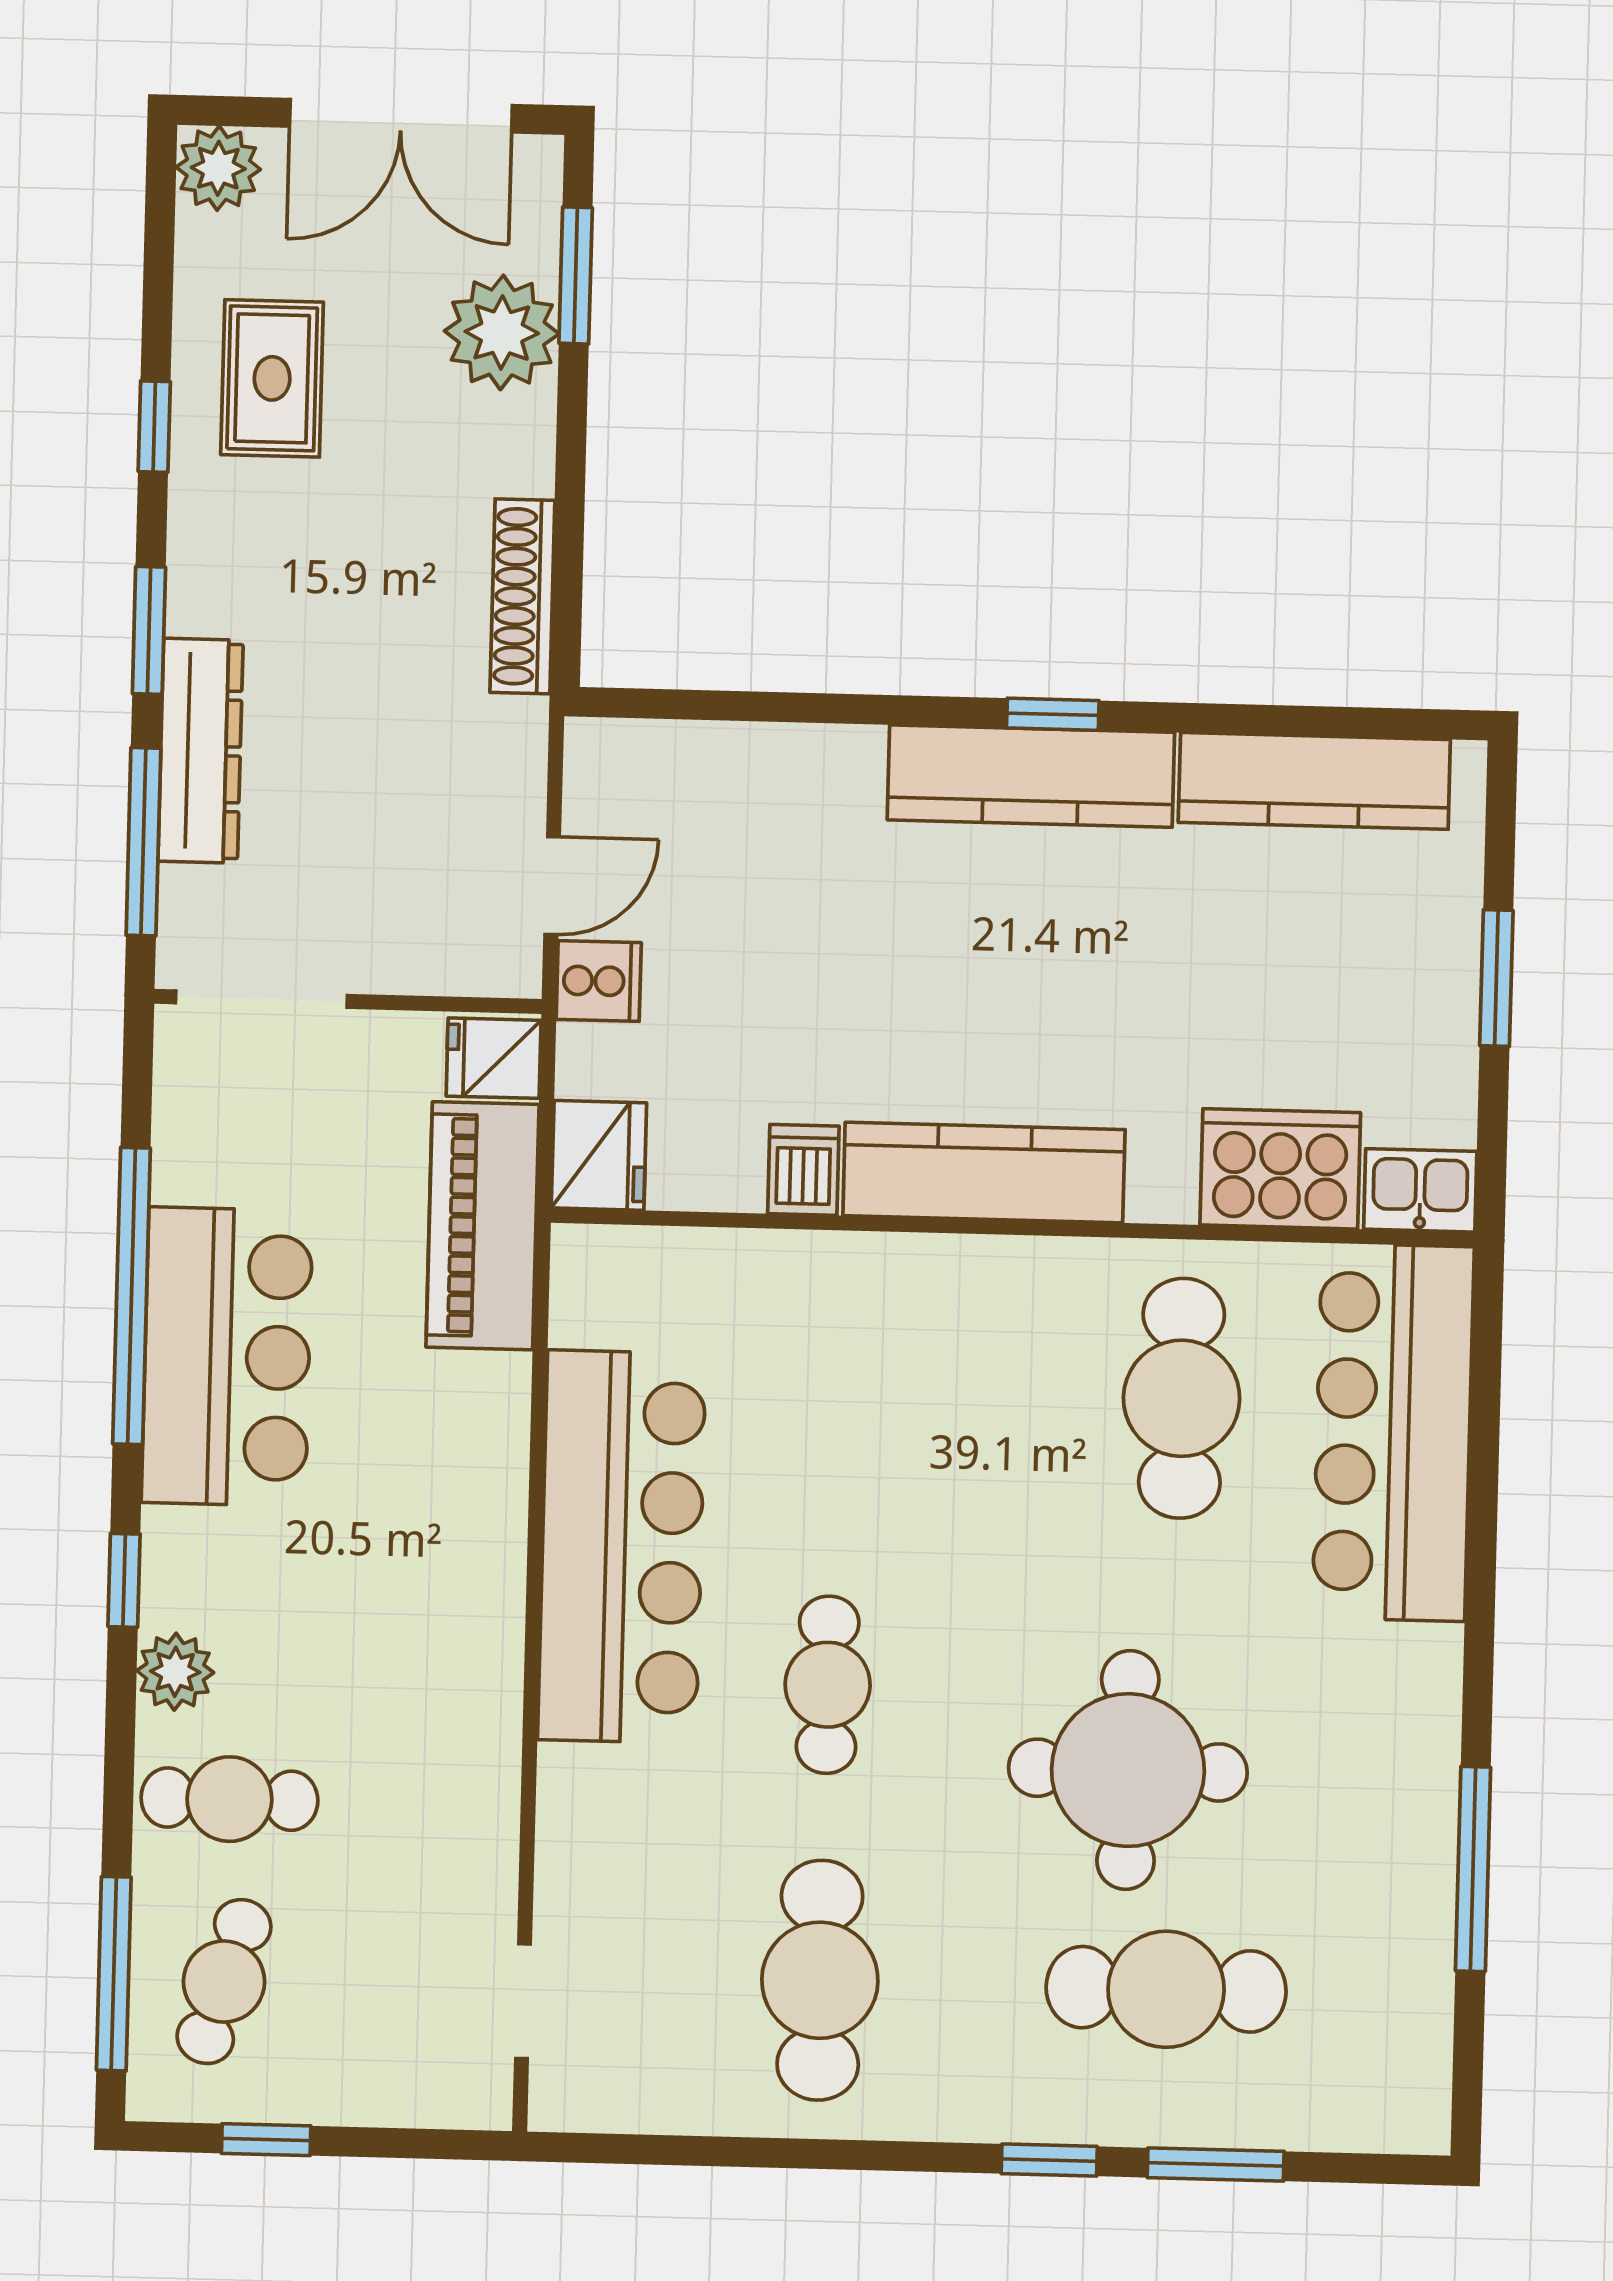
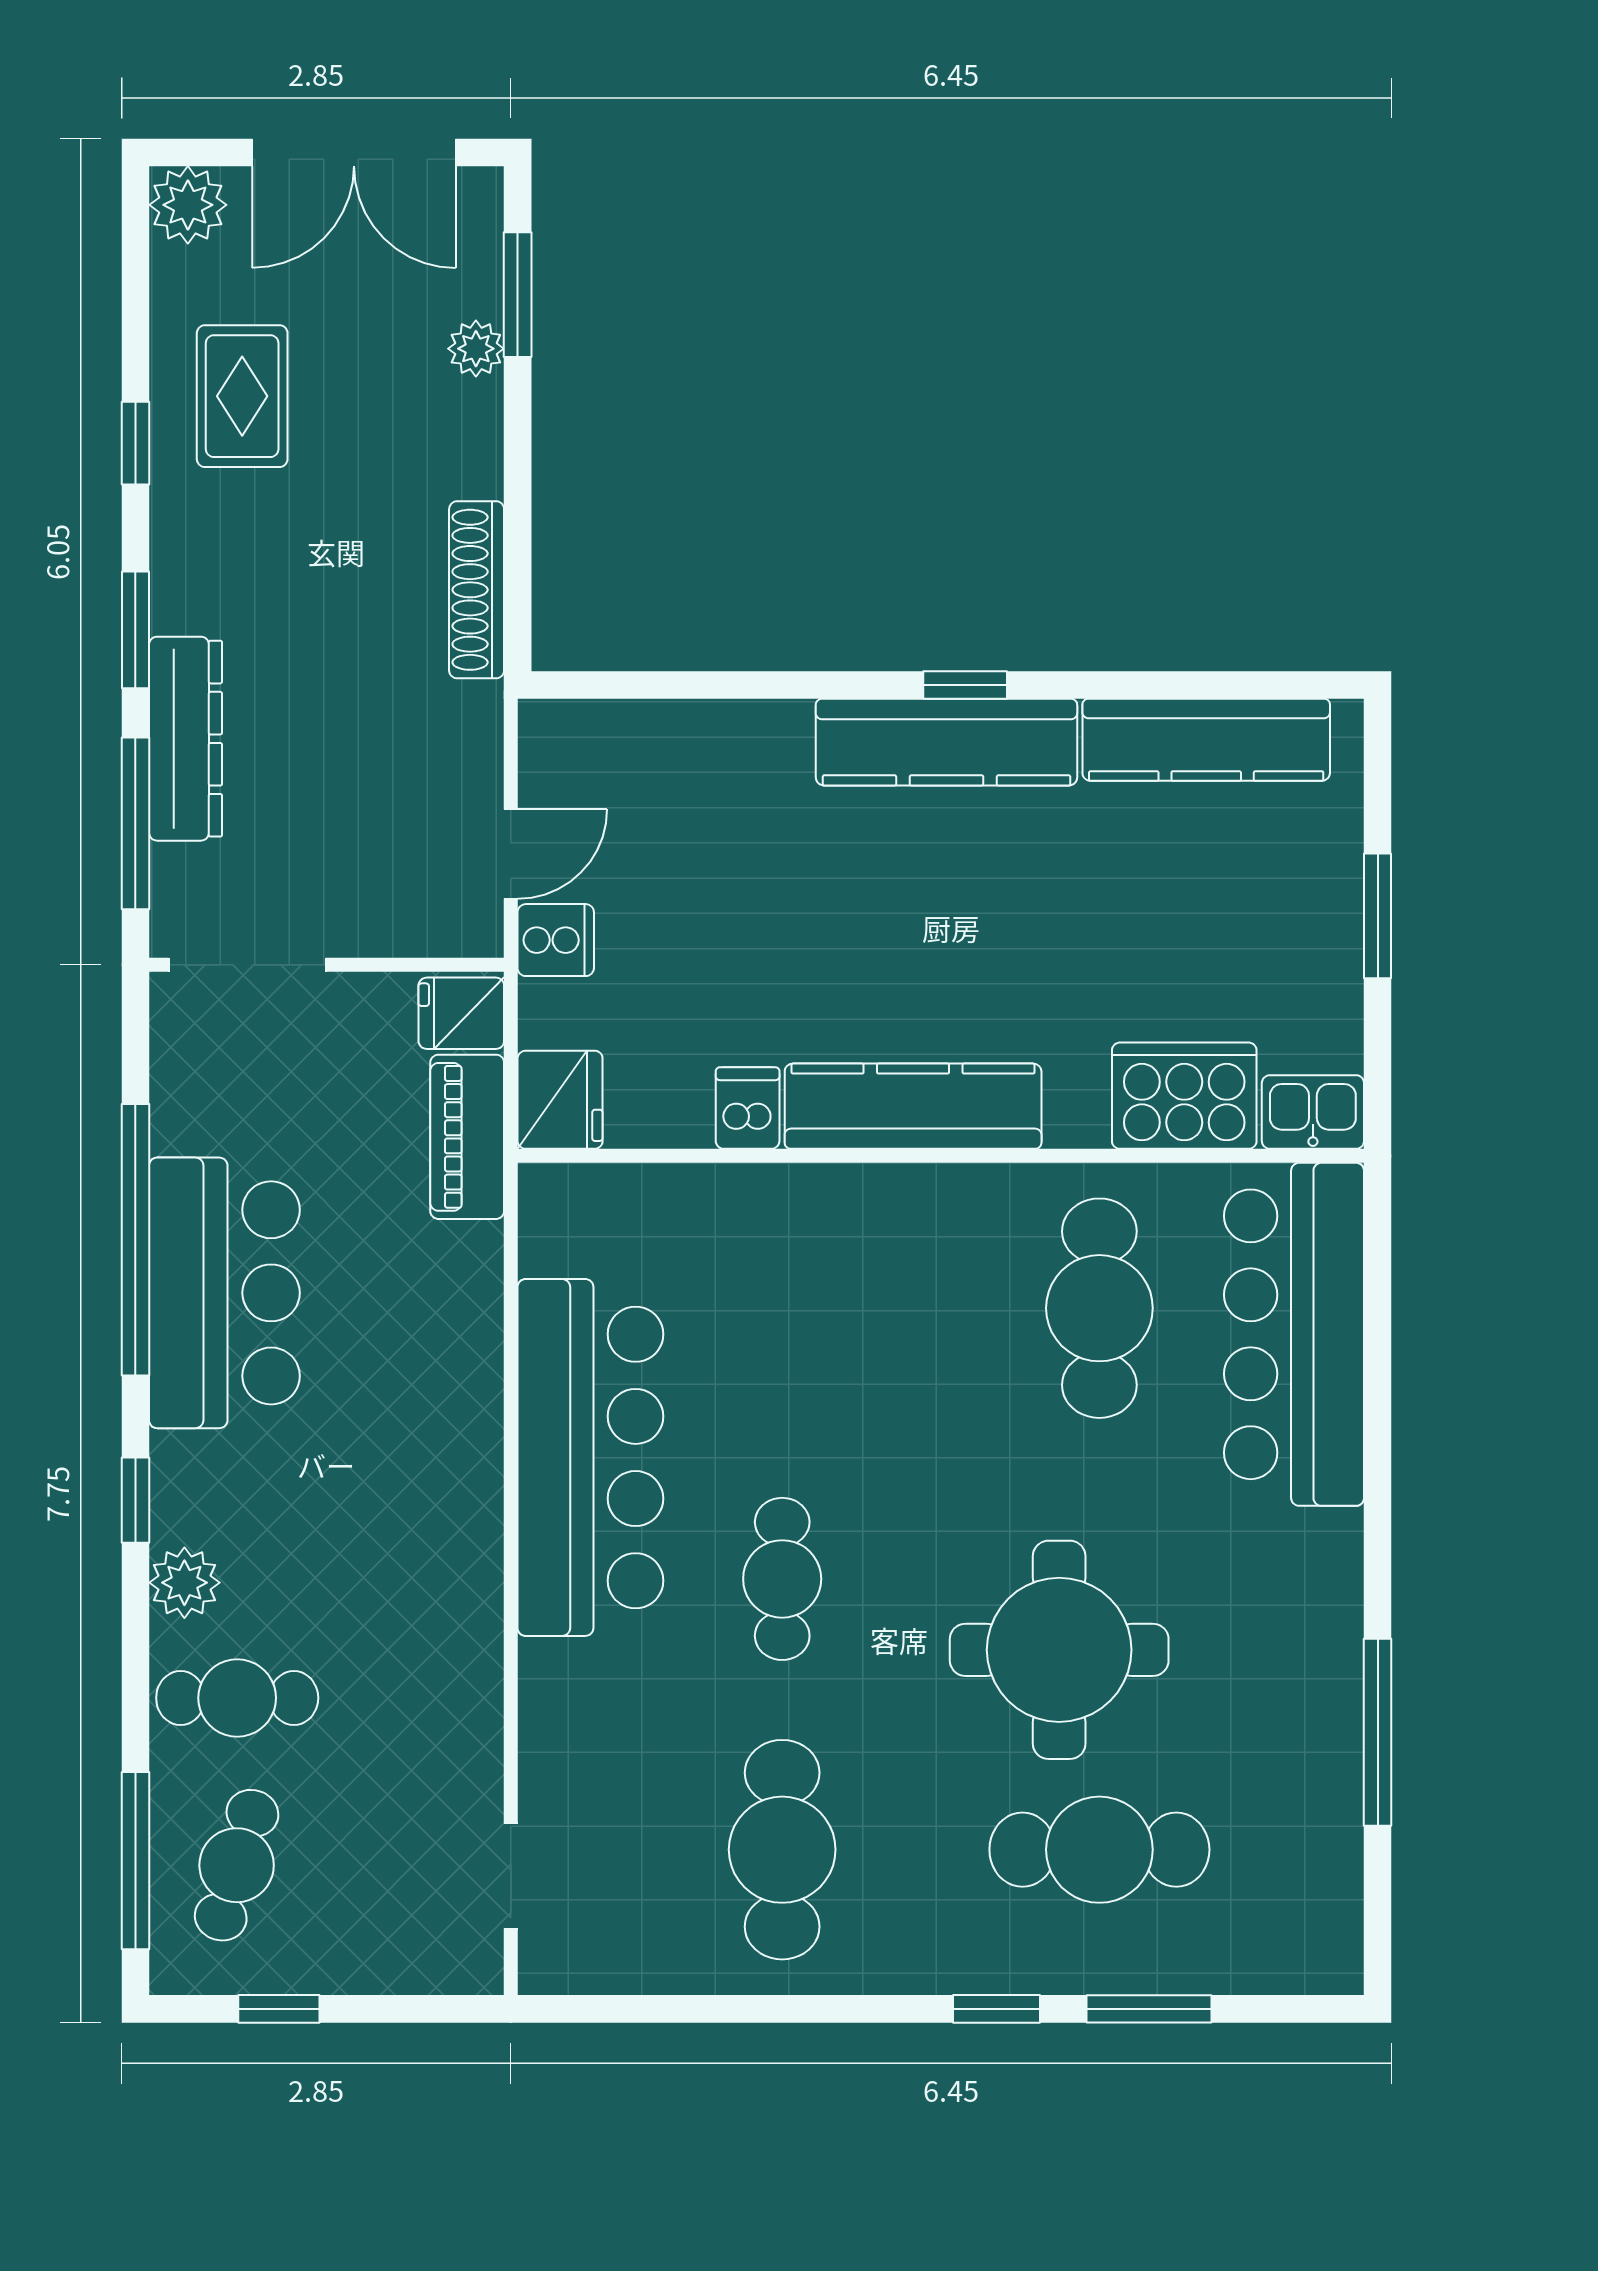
plant: (502, 332) -> (476, 349), width x0.53, depth x0.53
piano: (483, 1226) -> (467, 1137), width x0.73, depth x0.75

